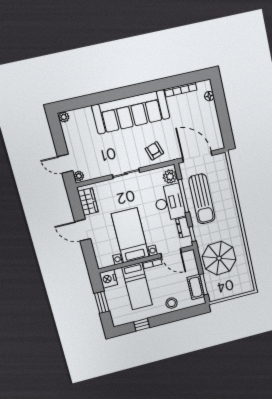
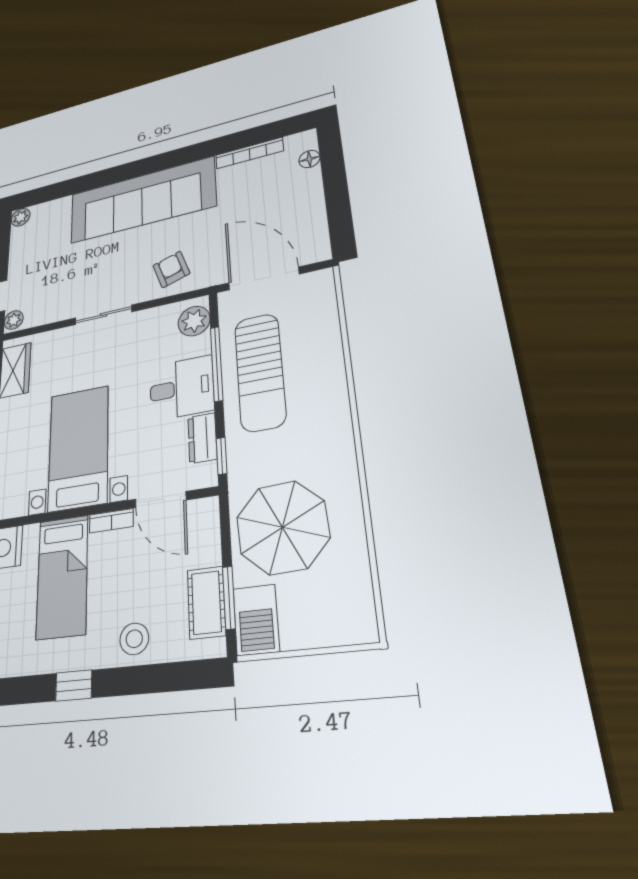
desk: (169, 203) -> (182, 388), width x0.73
barbecue: (214, 290) -> (256, 620), added
window: (142, 325) -> (74, 686), moved

